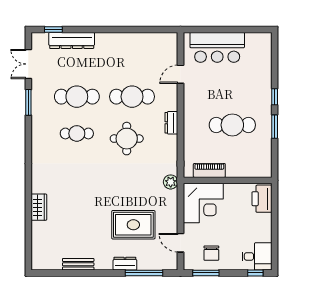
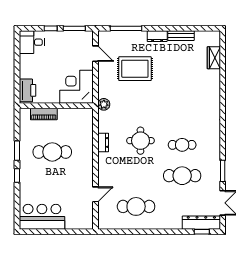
dresser: (72, 40) -> (201, 223), moved
bar counter: (217, 47) -> (42, 217), moved
cafe table: (132, 97) -> (136, 206), moved
dresser: (171, 123) -> (103, 142), moved
piano: (209, 170) -> (44, 114), moved
wardrobe: (39, 207) -> (214, 58), moved
chair: (211, 253) -> (70, 45), removed
dresser: (125, 264) -> (157, 36), moved
window: (255, 273) -> (51, 28), moved

